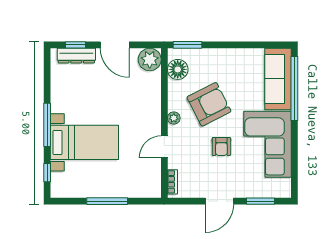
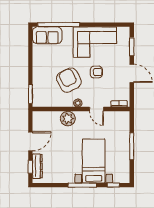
plant: (150, 60) -> (68, 119), moved
floor lamp: (178, 69) -> (46, 100), removed
sofa: (278, 79) -> (47, 35), width x0.73

